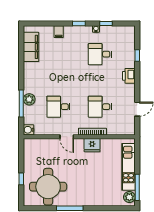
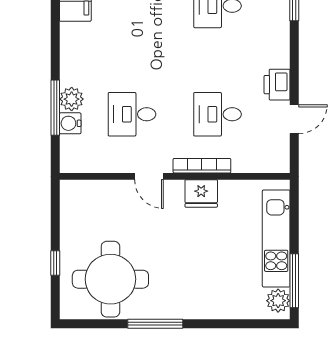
printer: (129, 76) -> (277, 85), moved
water cooler: (29, 130) -> (70, 123), moved

